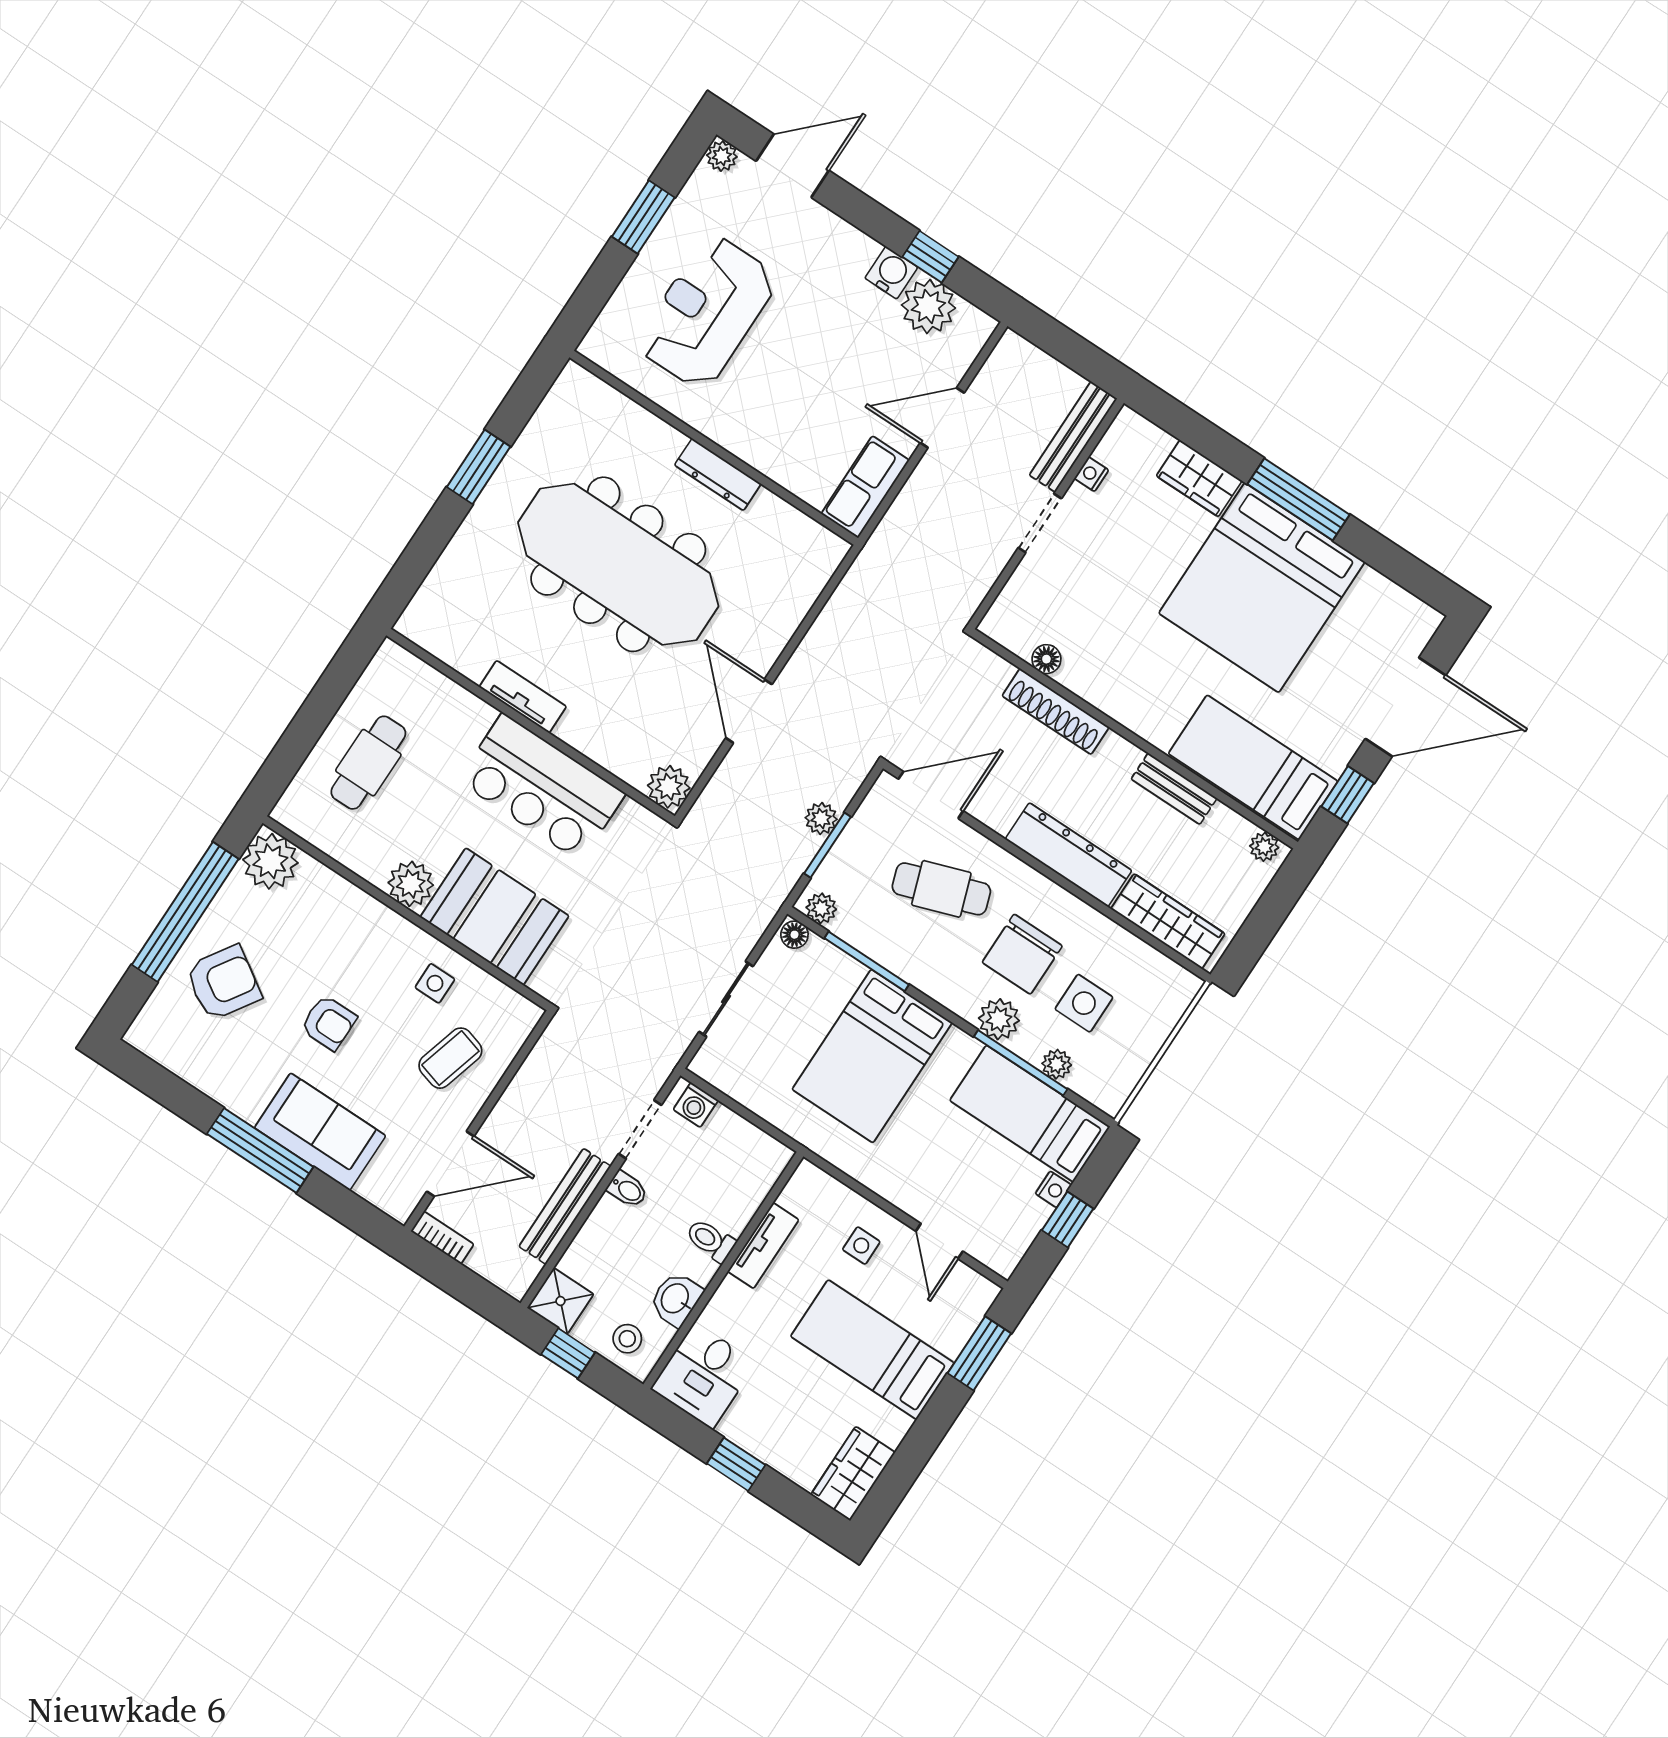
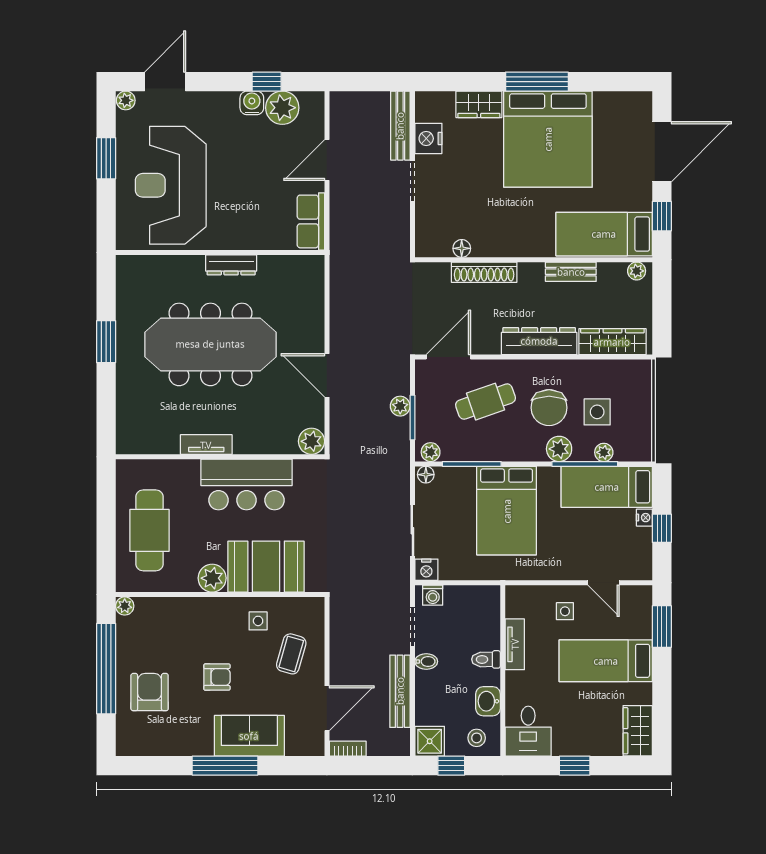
reception desk: (707, 312) -> (171, 185), width x1.36, depth x1.30
nightstand: (1091, 474) -> (428, 138), width x1.89, depth x1.79
cafe table: (368, 763) -> (149, 530), width x1.37, depth x1.35
plant: (270, 861) -> (125, 606), width x0.53, depth x0.53
armchair: (223, 983) -> (150, 692), turned -33
nightstand: (710, 1065) -> (426, 570), added

